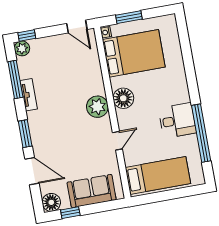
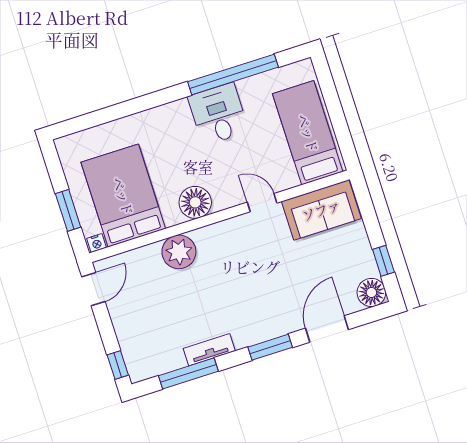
plant: (22, 48) -> (139, 370), removed
plant: (97, 107) -> (179, 252), moved
sofa: (92, 191) -> (321, 210), moved, turned -90

